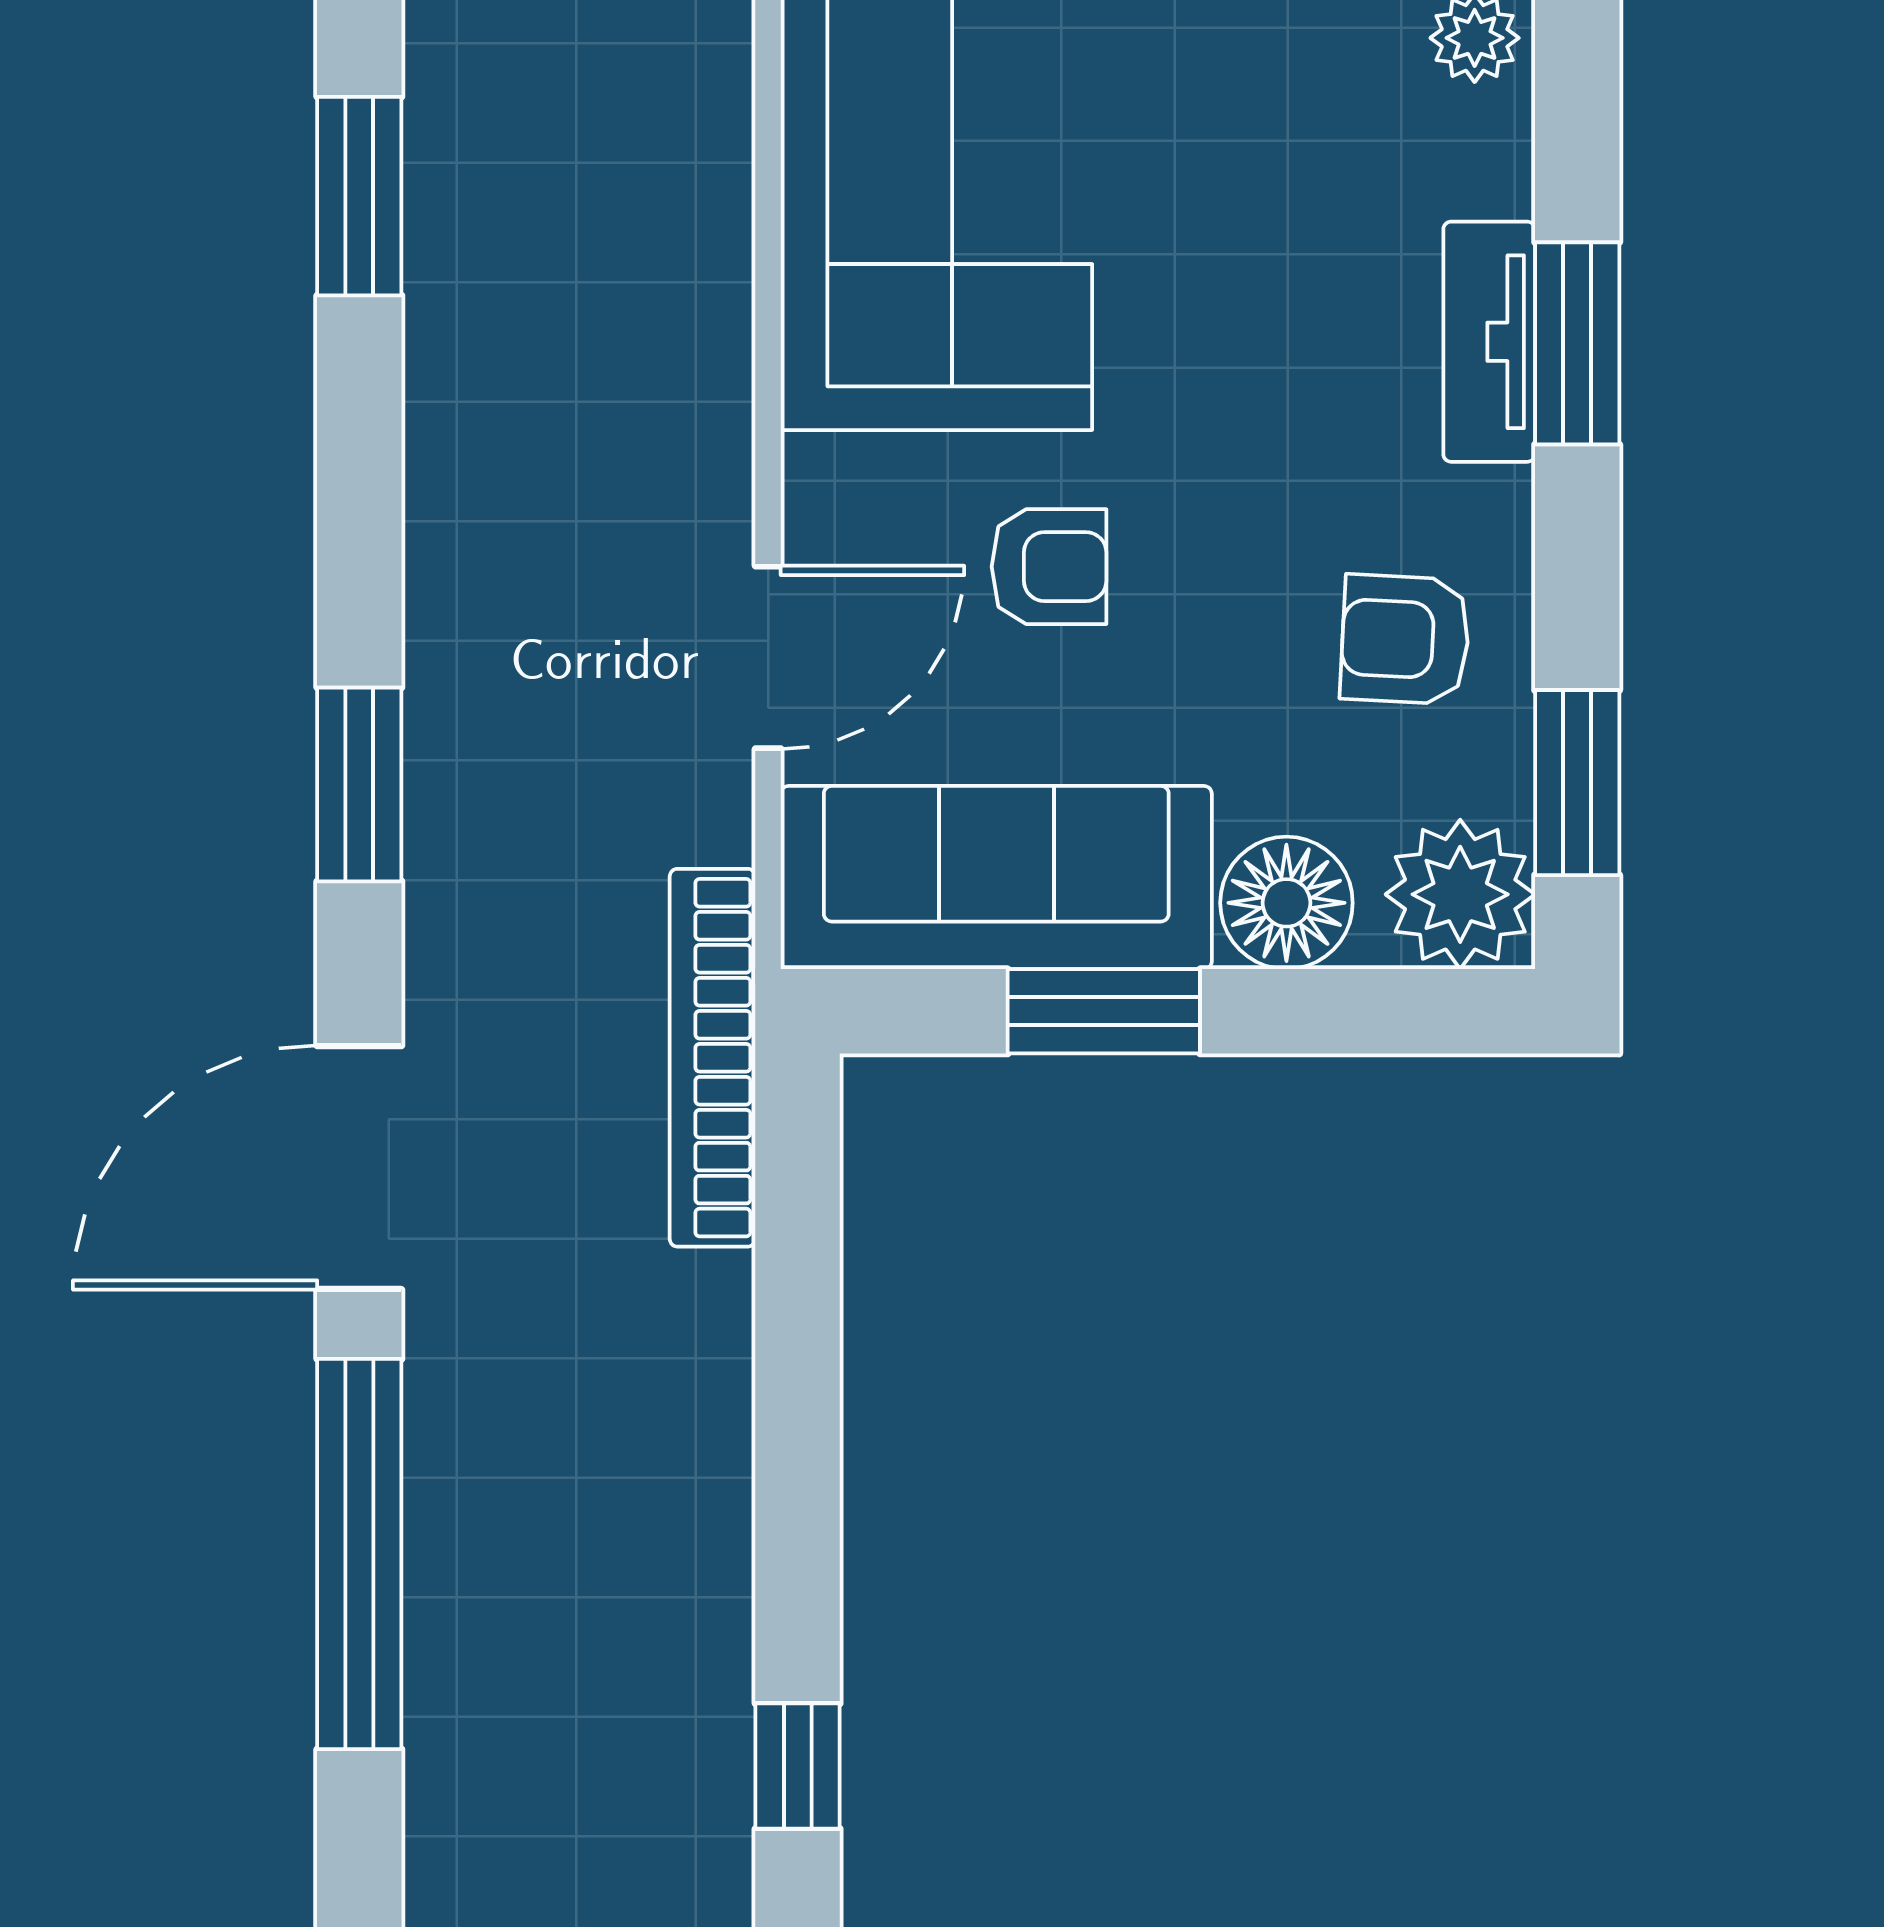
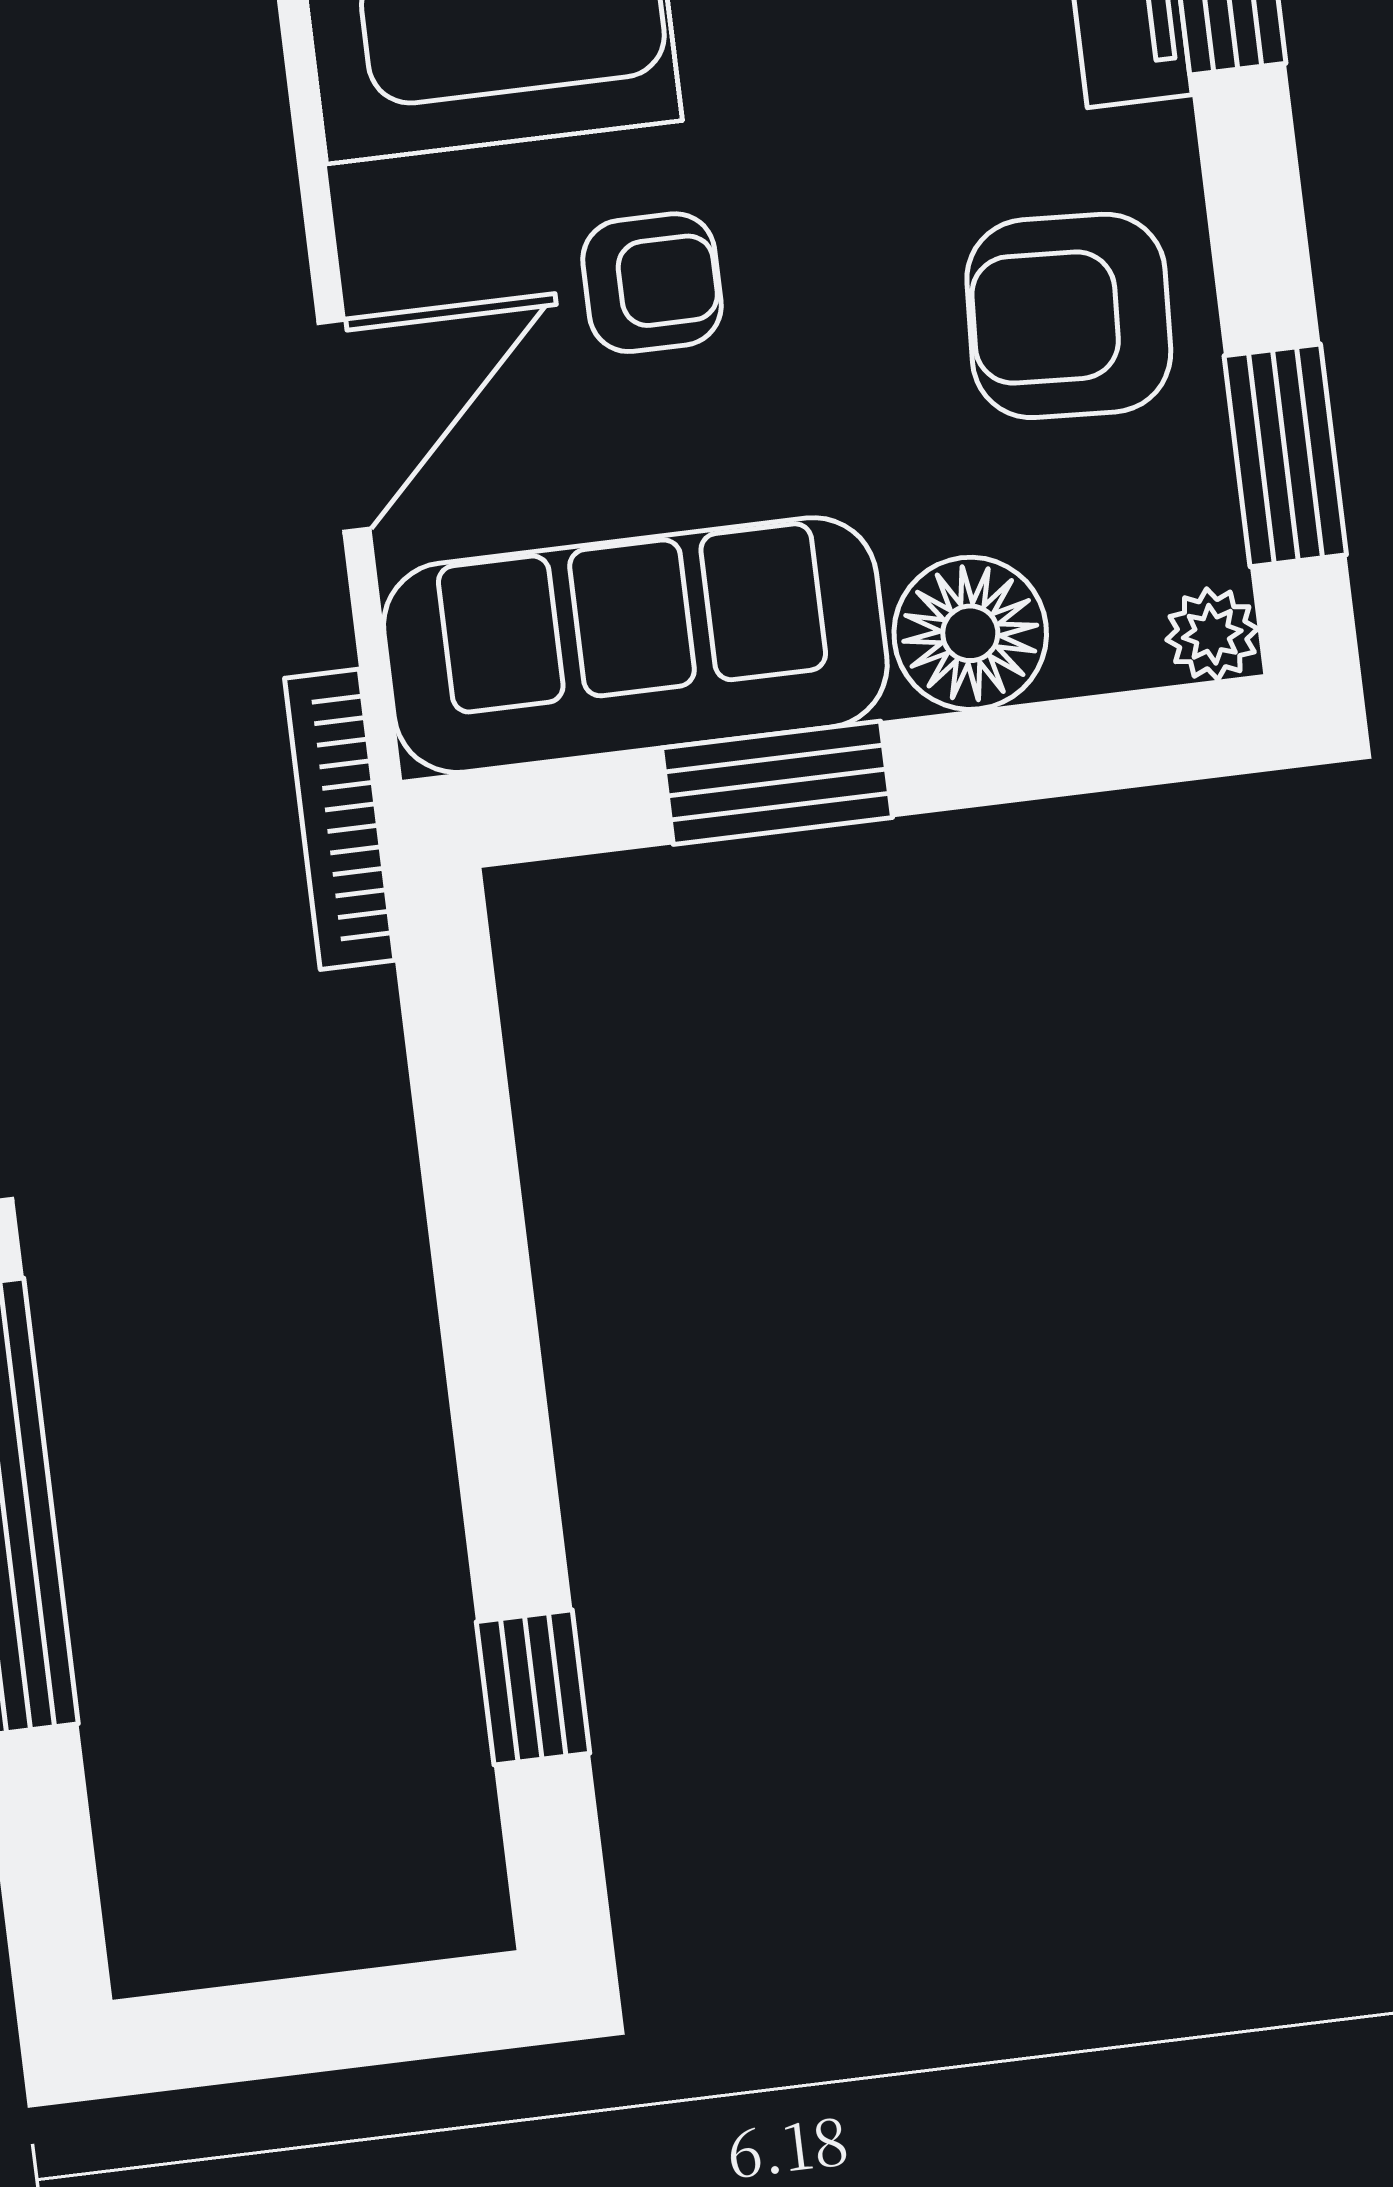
armchair: (1405, 639) -> (1069, 316), width x1.38, depth x1.38
plant: (1460, 894) -> (1212, 634), width x0.53, depth x0.53
bookcase: (713, 1058) -> (340, 819), width x0.68, depth x0.76

